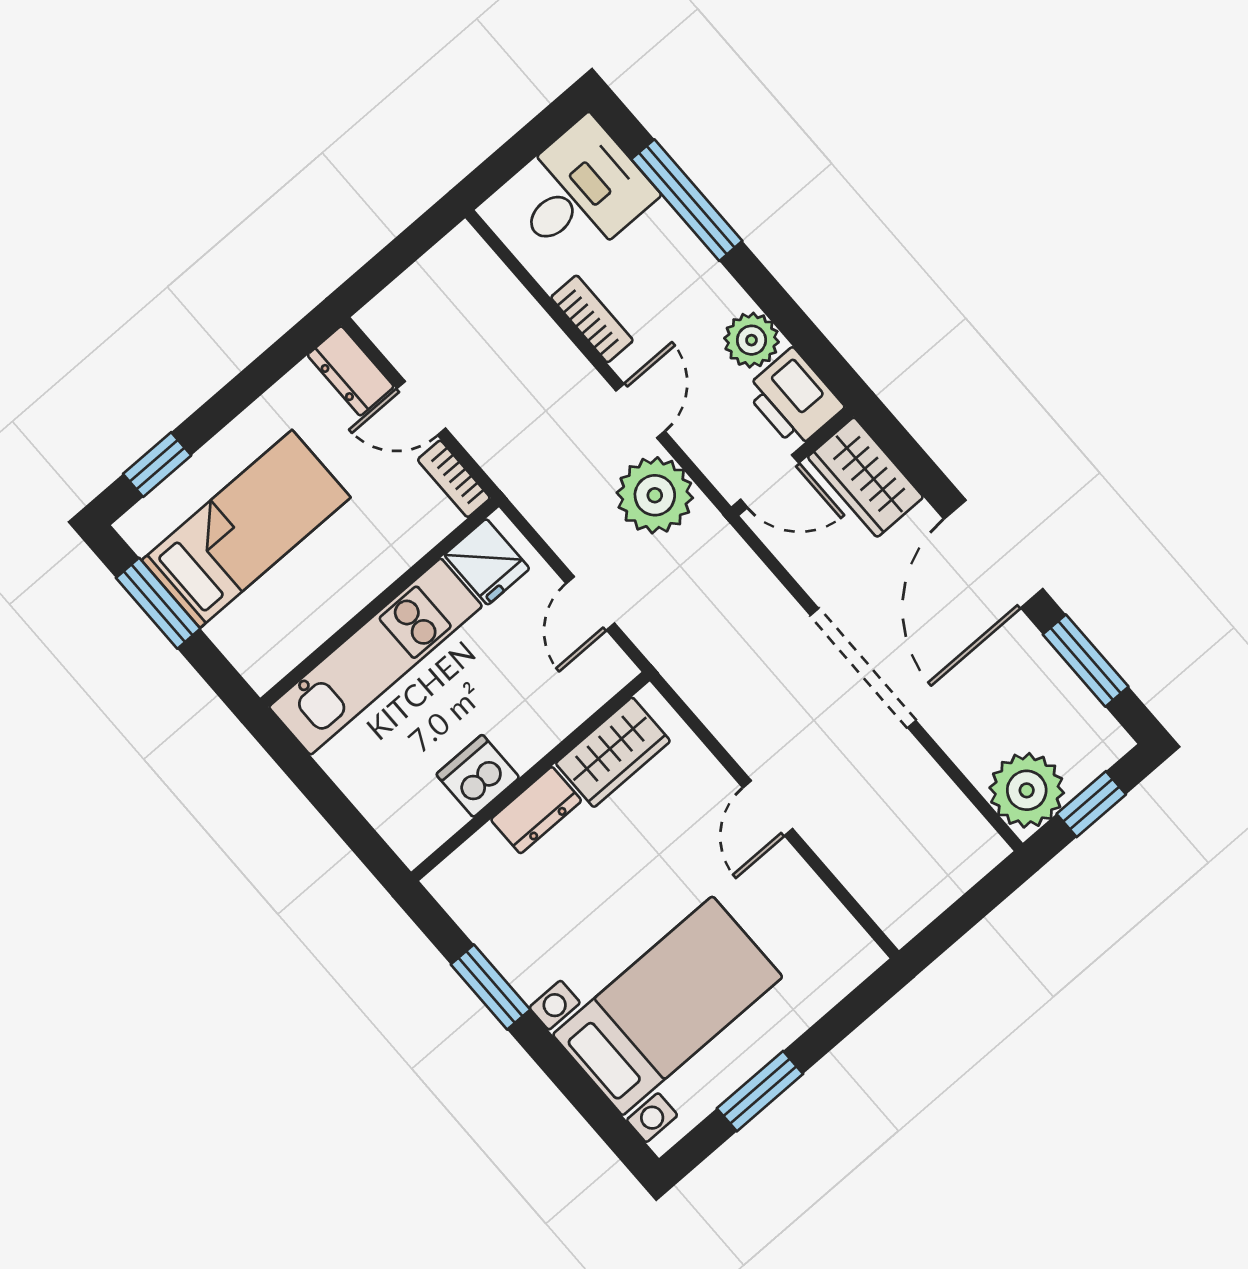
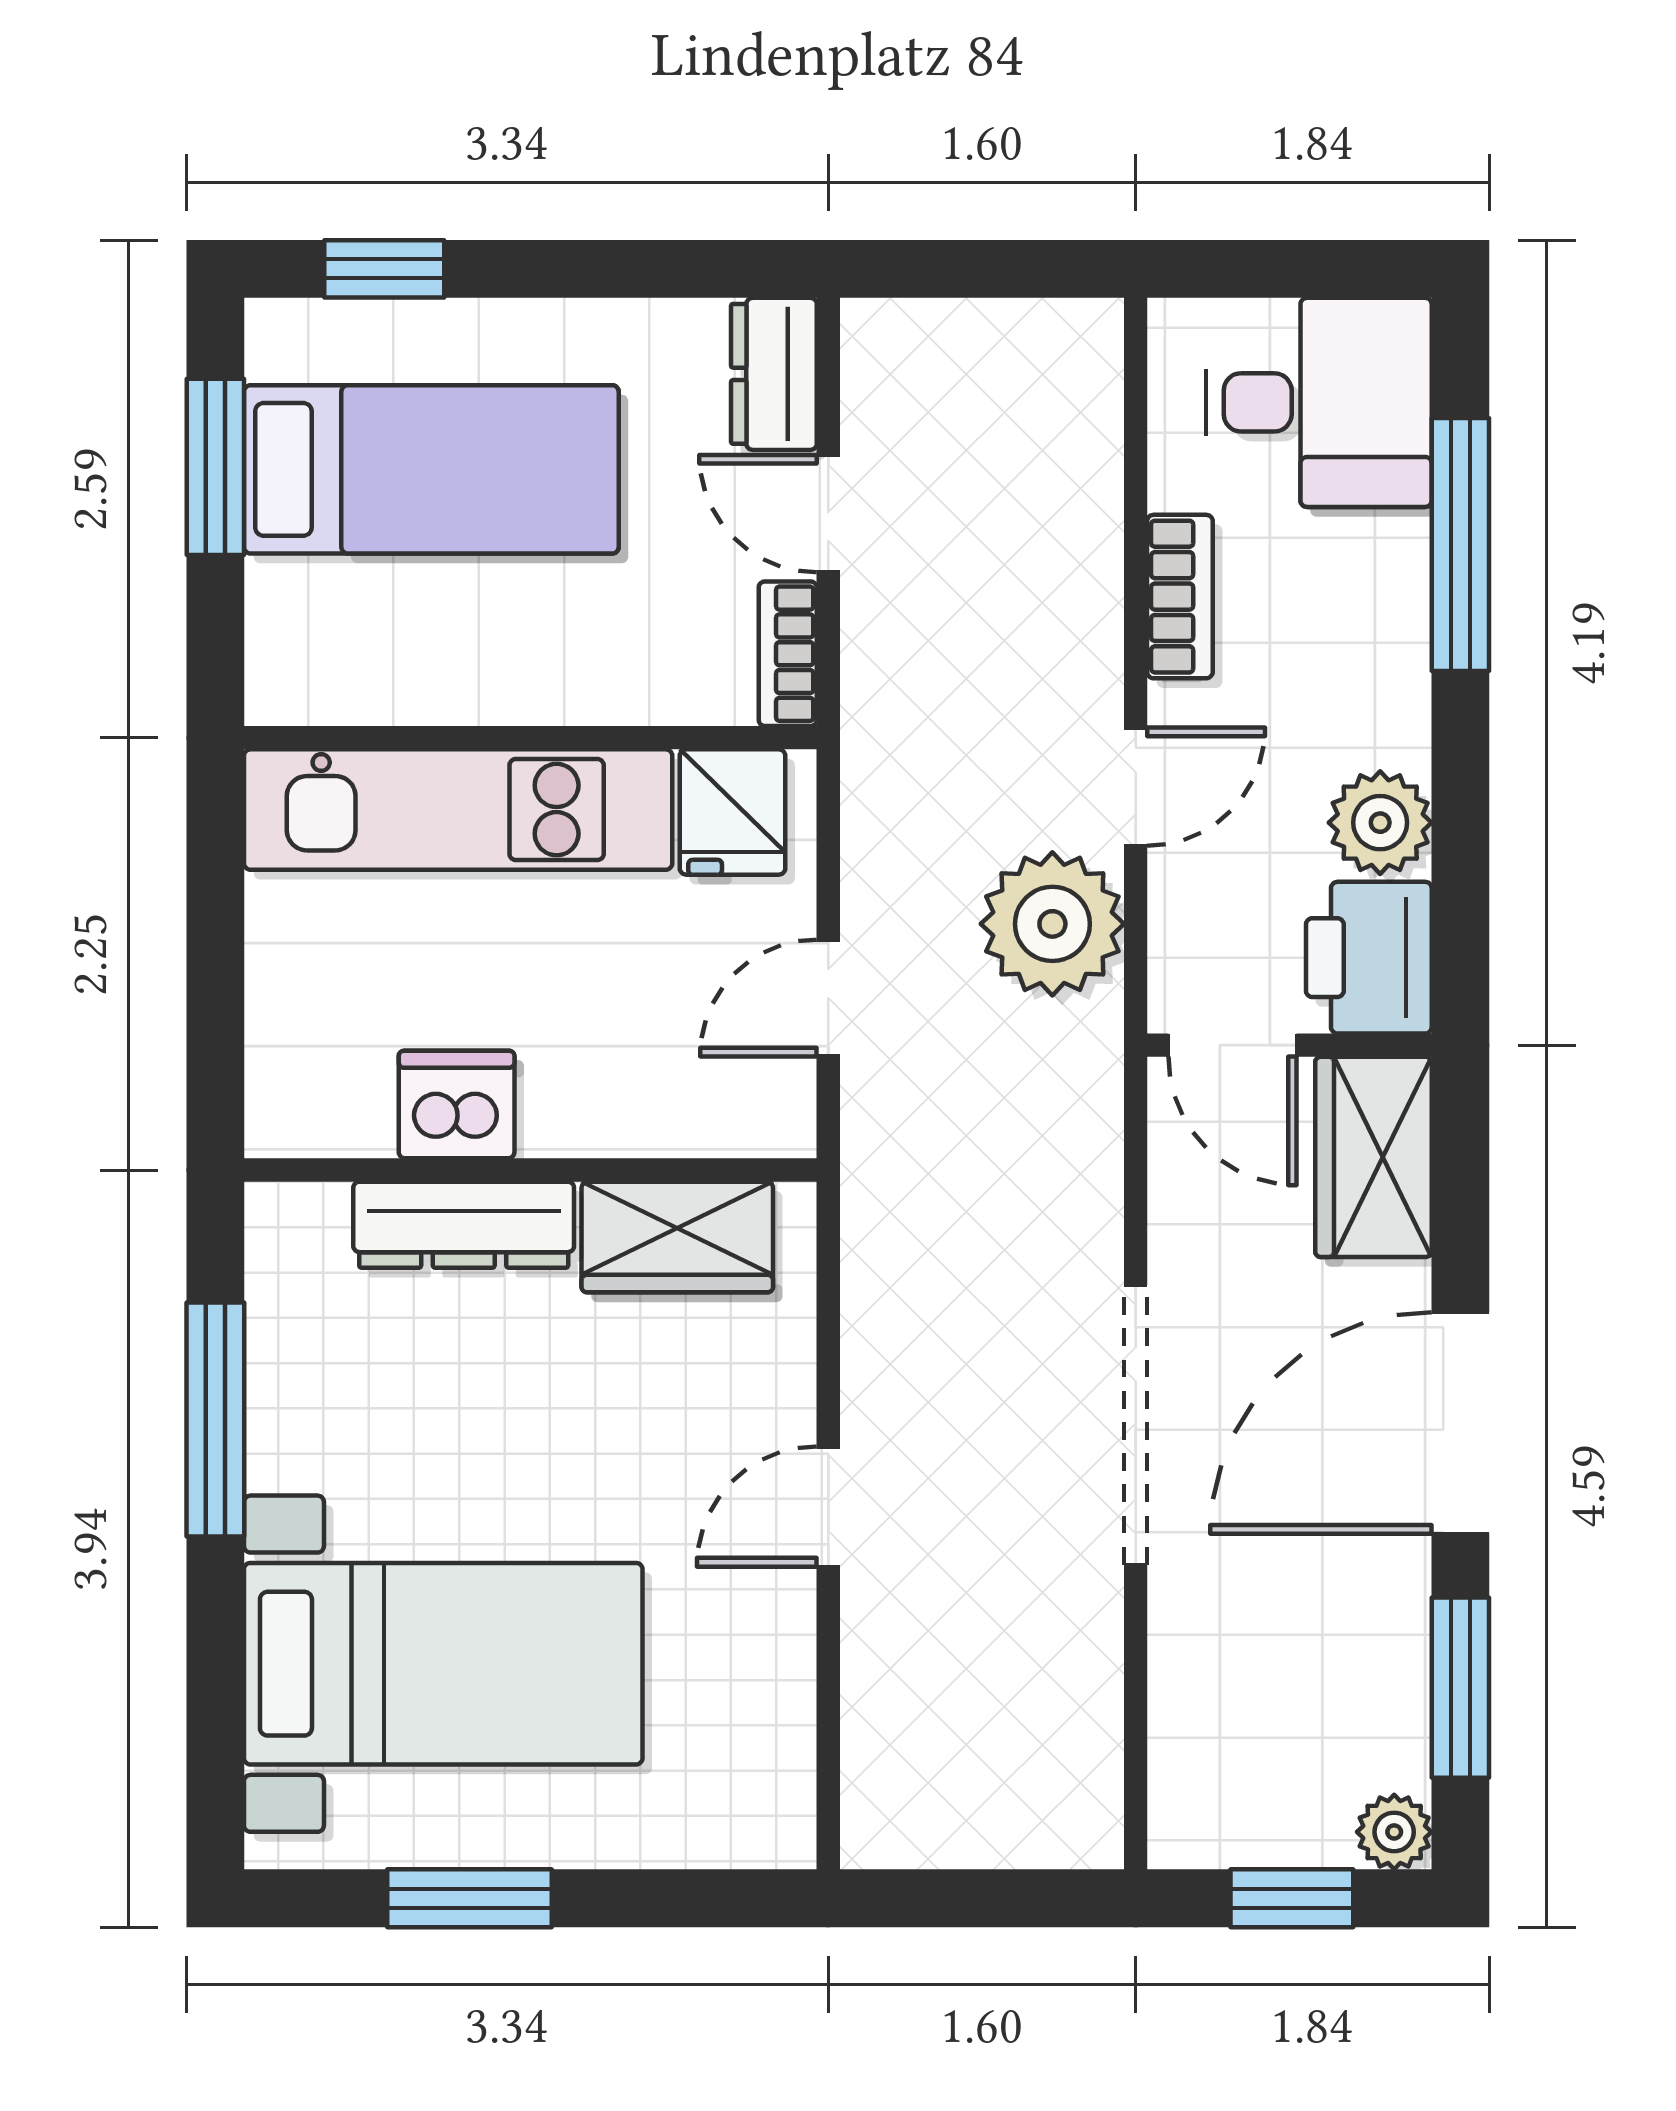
plant: (1027, 790) -> (1394, 1832), moved, width x0.53, depth x0.53
dresser: (536, 810) -> (464, 1225), width x1.44
window: (491, 987) -> (215, 1419), width x1.44

